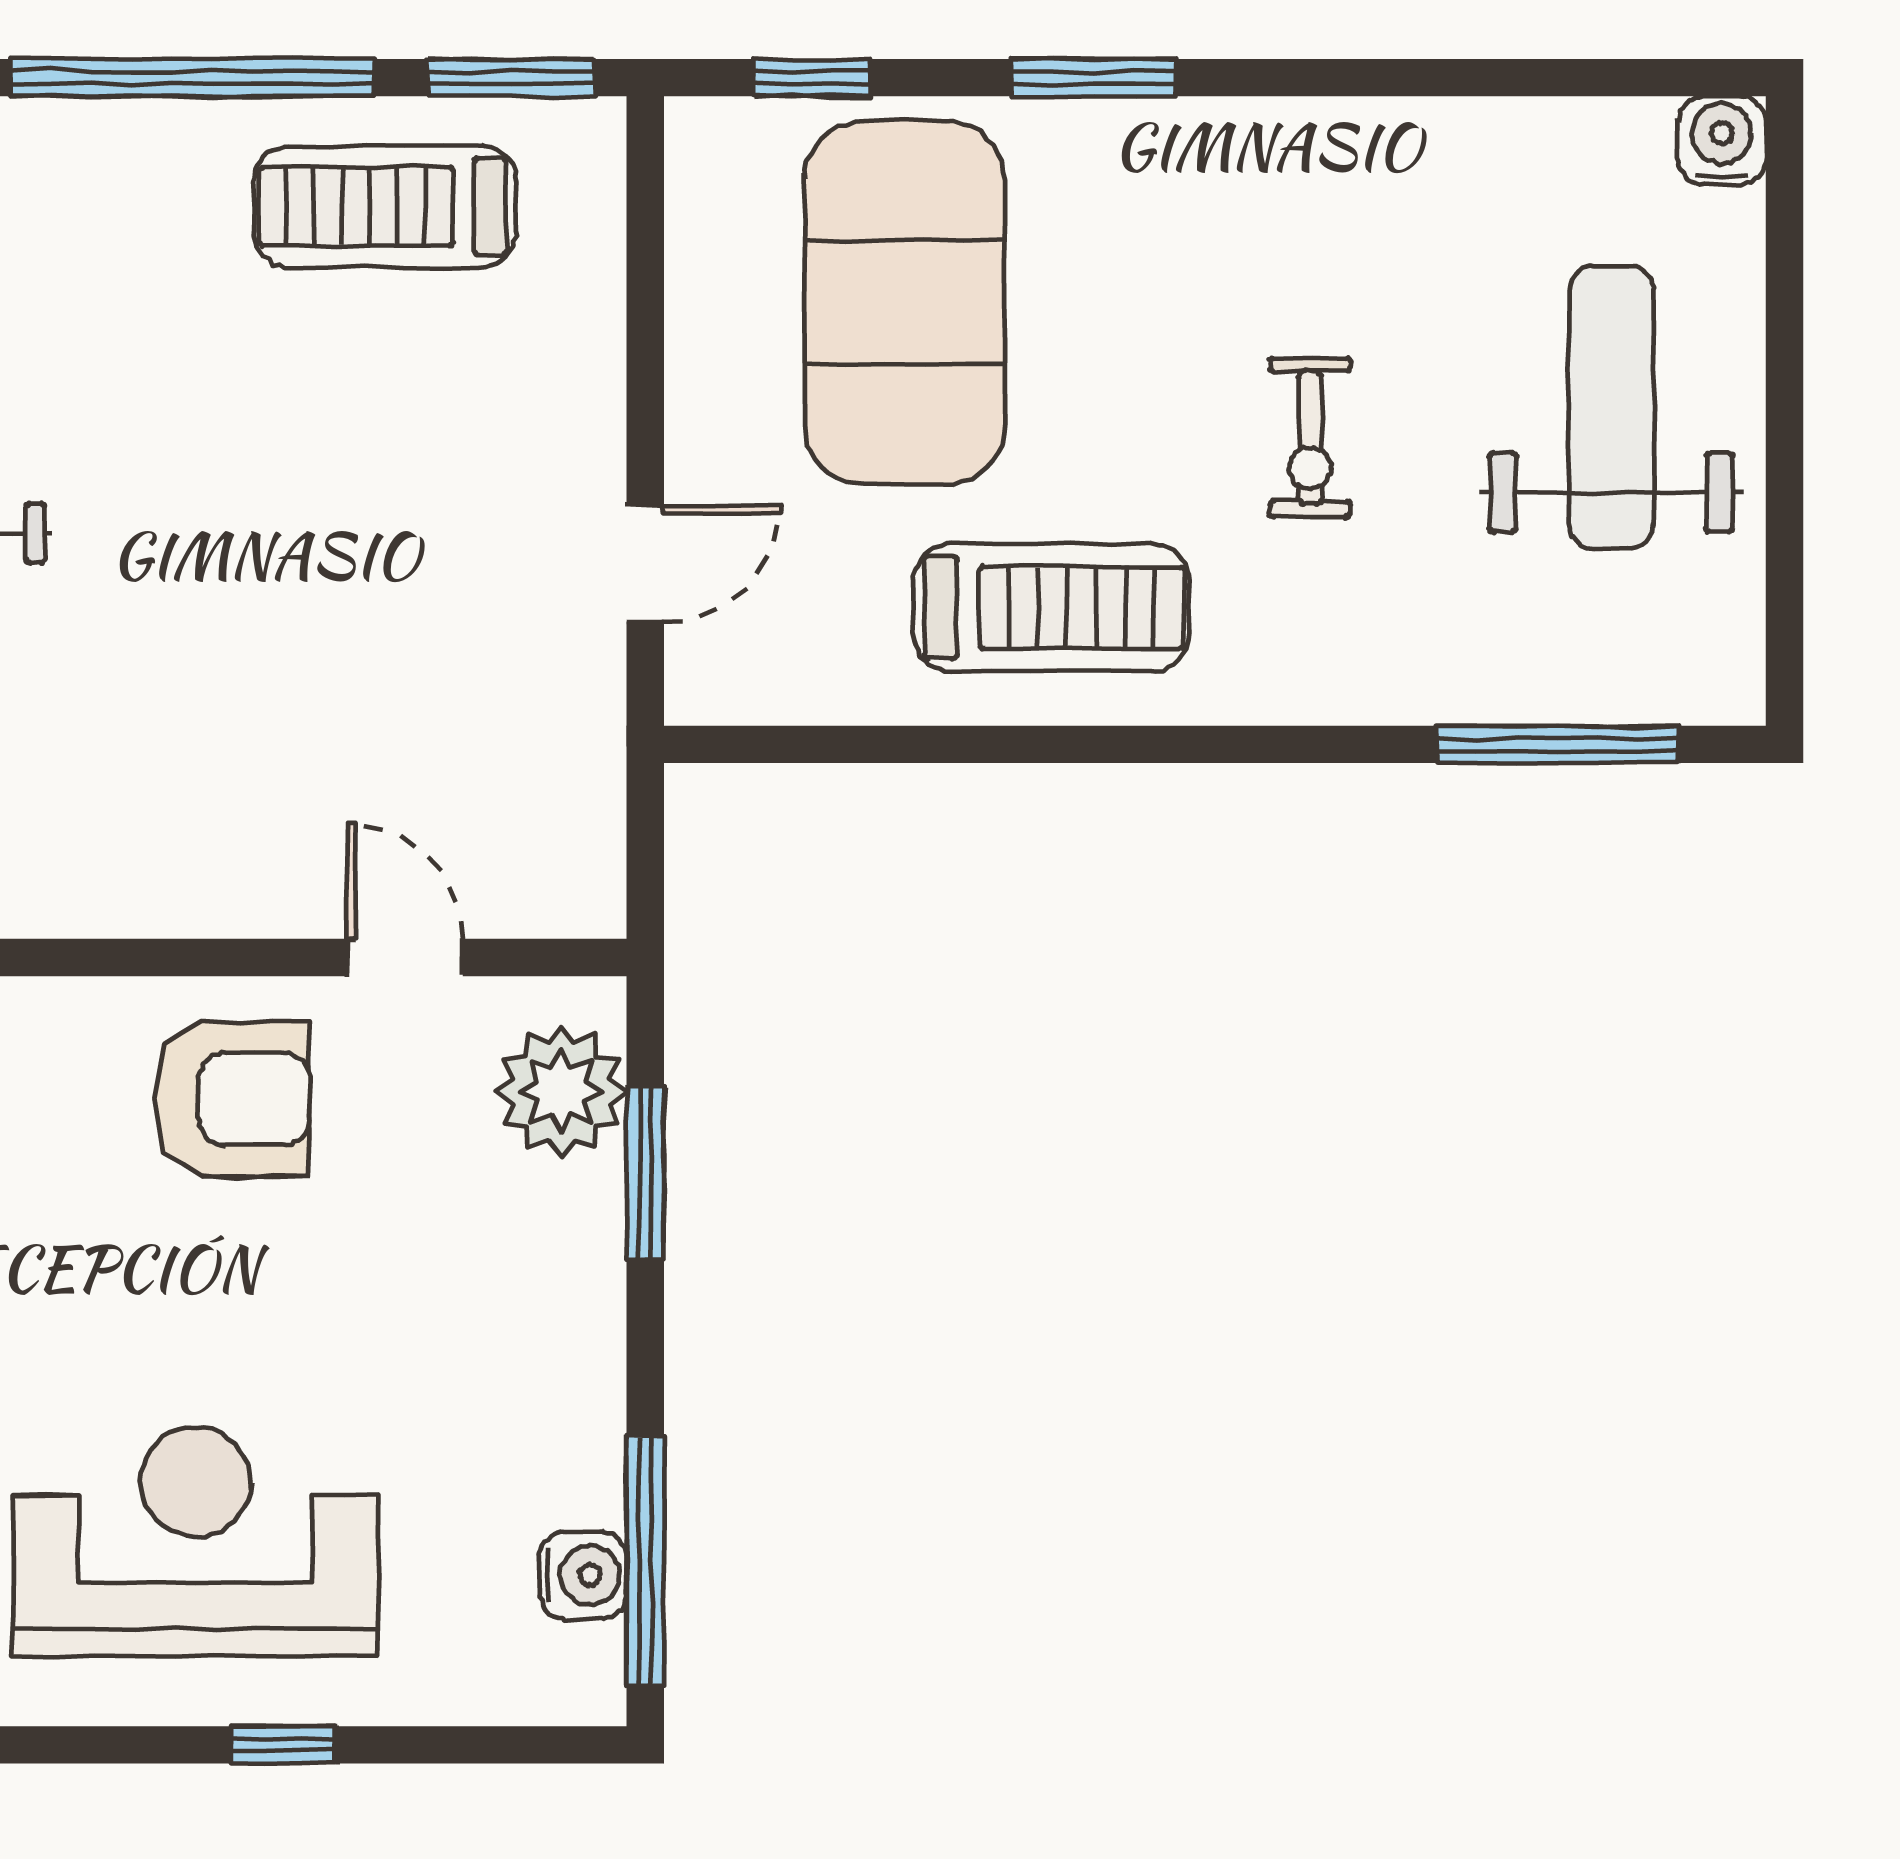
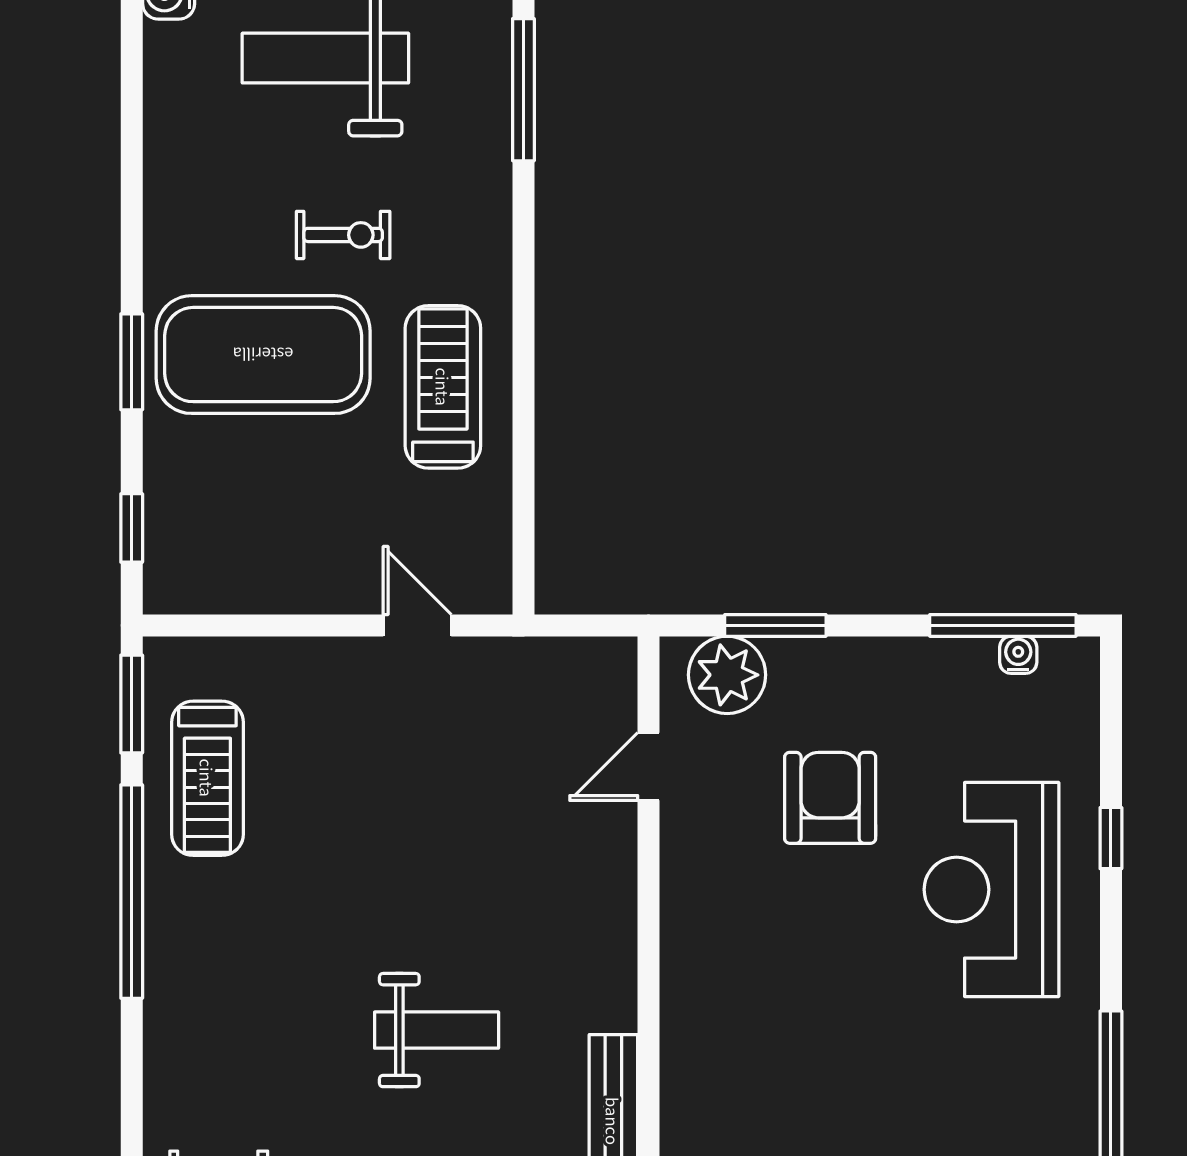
exercise mat: (904, 302) -> (263, 355), moved
armchair: (232, 1099) -> (830, 798), moved
water cooler: (583, 1575) -> (1018, 655), width x0.72, depth x0.72

